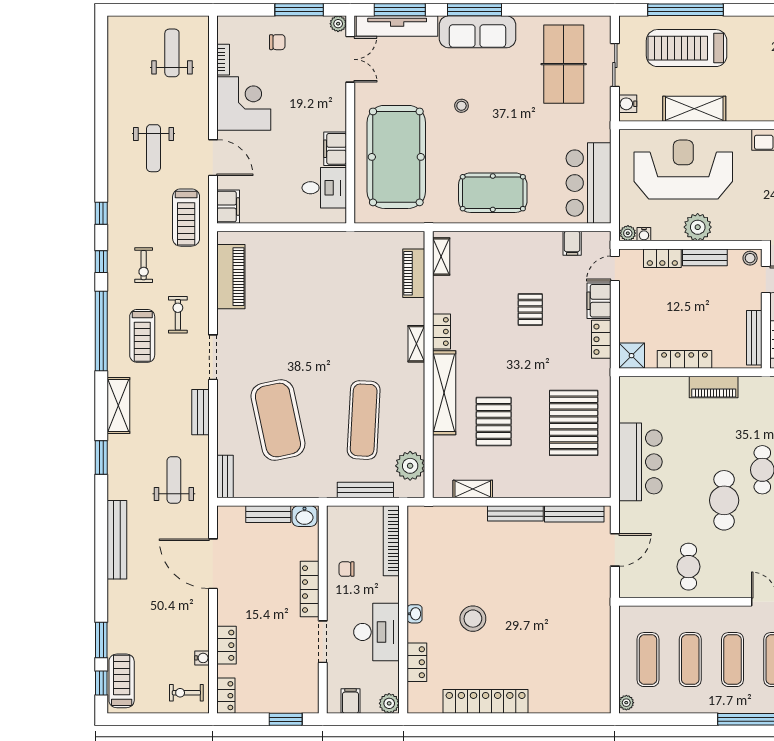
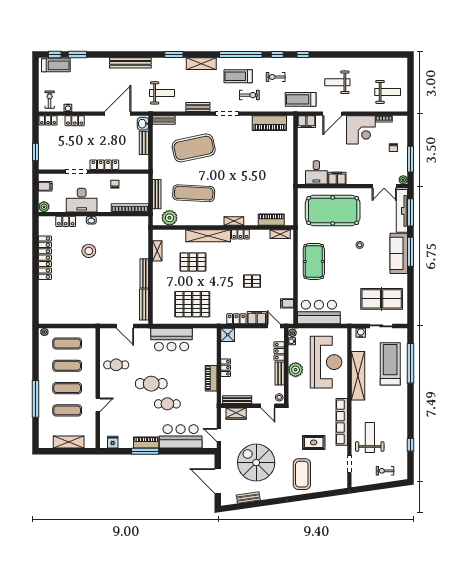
shelving: (694, 109) -> (358, 376), width x1.47
locker: (684, 359) -> (226, 368), width x0.66
washbasin: (305, 516) -> (143, 124), moved

